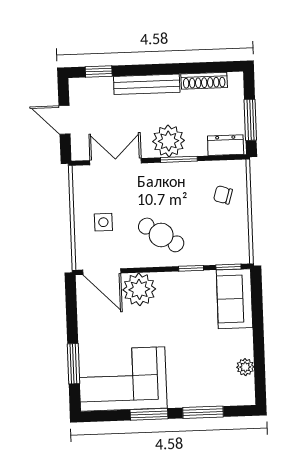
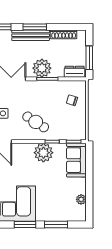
window: (153, 69) -> (35, 27), added
plant: (139, 289) -> (43, 153), moved

